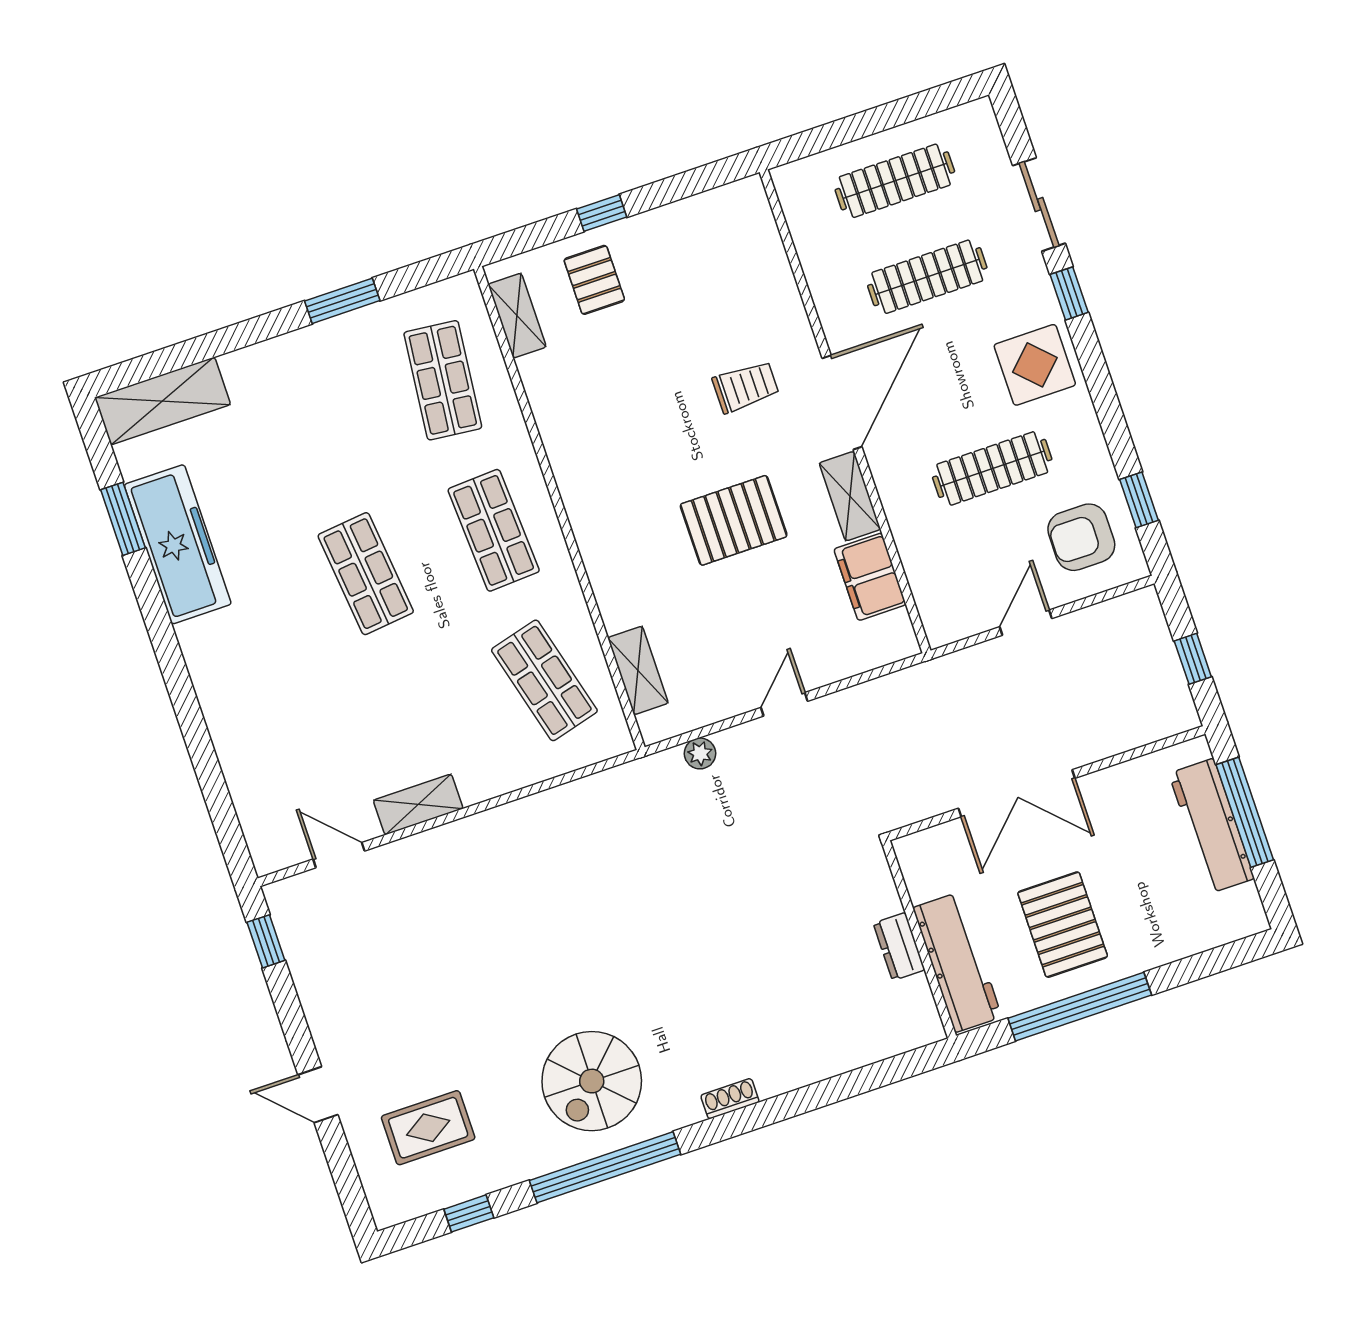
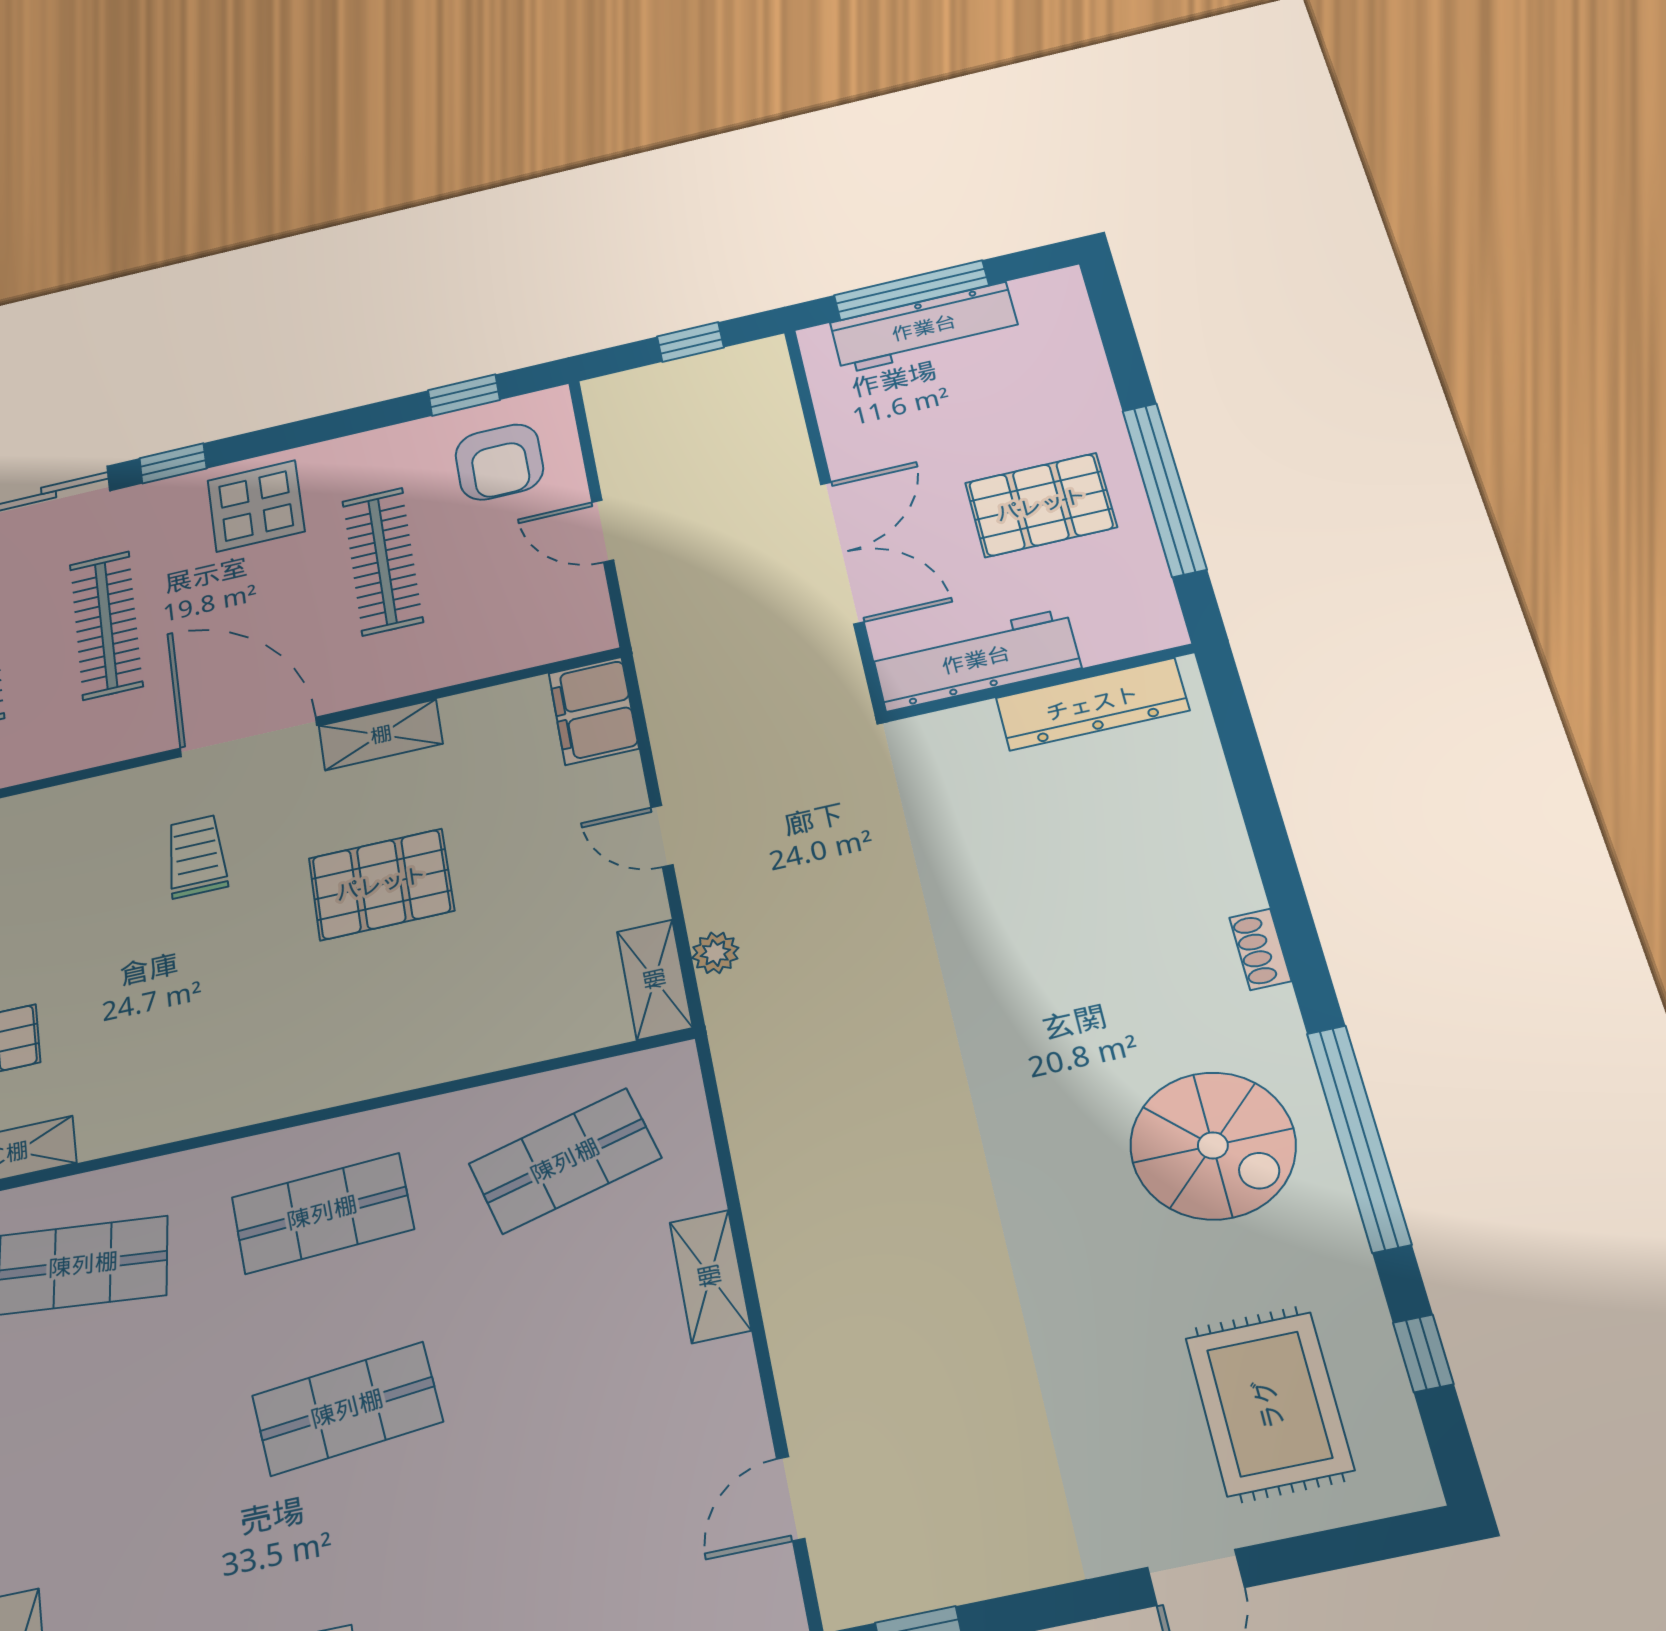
pallet: (734, 520) -> (381, 884), turned 90
filing cabinet: (870, 577) -> (594, 711), moved, turned 90
shelving: (638, 670) -> (655, 979), moved, turned 90
shelving: (418, 804) -> (710, 1276), moved
dresser: (899, 947) -> (1092, 704), width x1.96, depth x1.24
workbench: (957, 962) -> (976, 660), moved
rug: (428, 1128) -> (1269, 1404), width x1.36, depth x1.43

